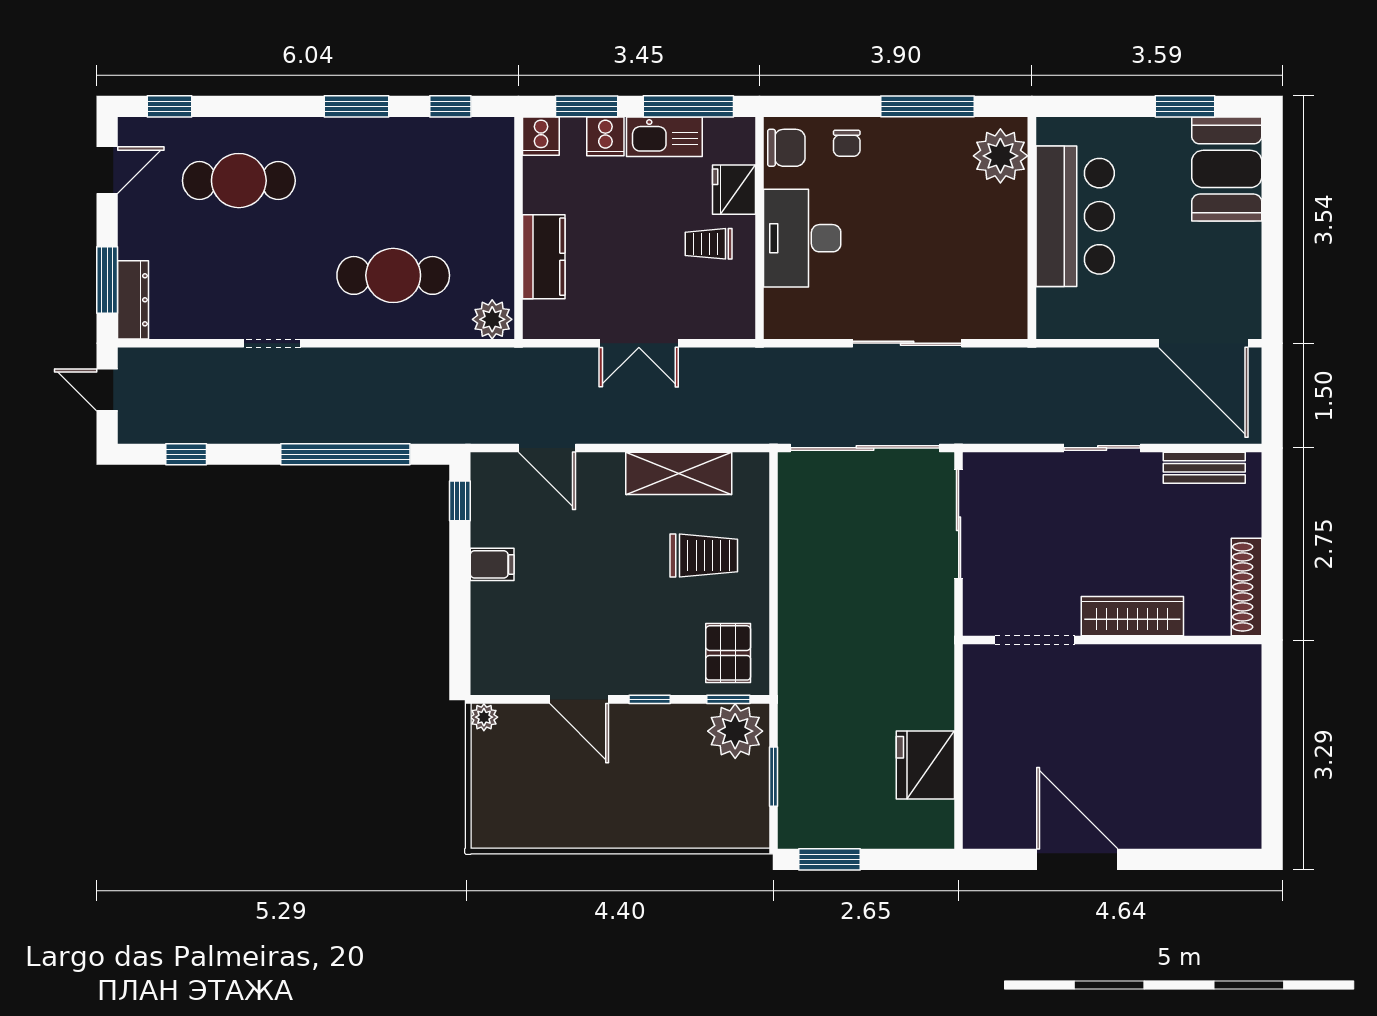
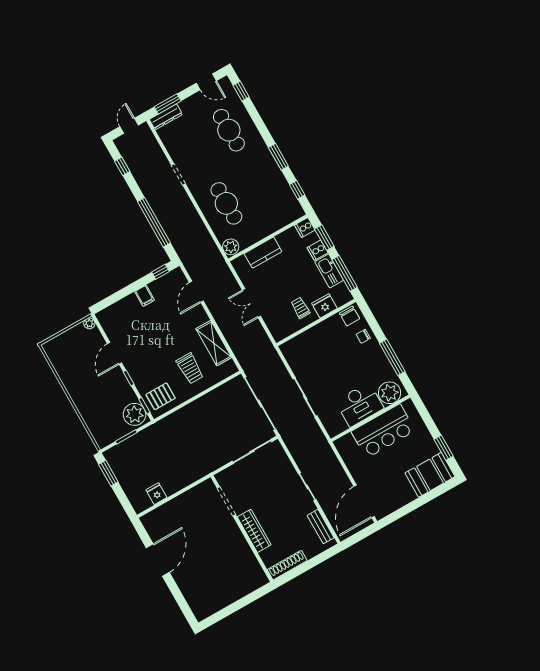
desk: (802, 238) -> (359, 405), moved, turned 180
fridge: (925, 765) -> (156, 494), width x0.53, depth x0.75

